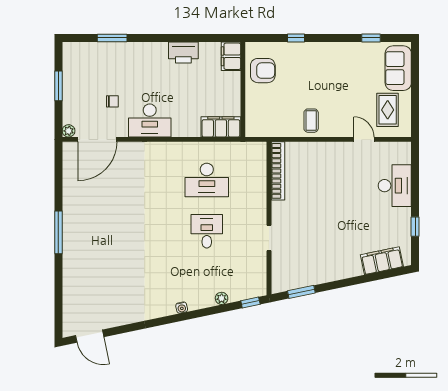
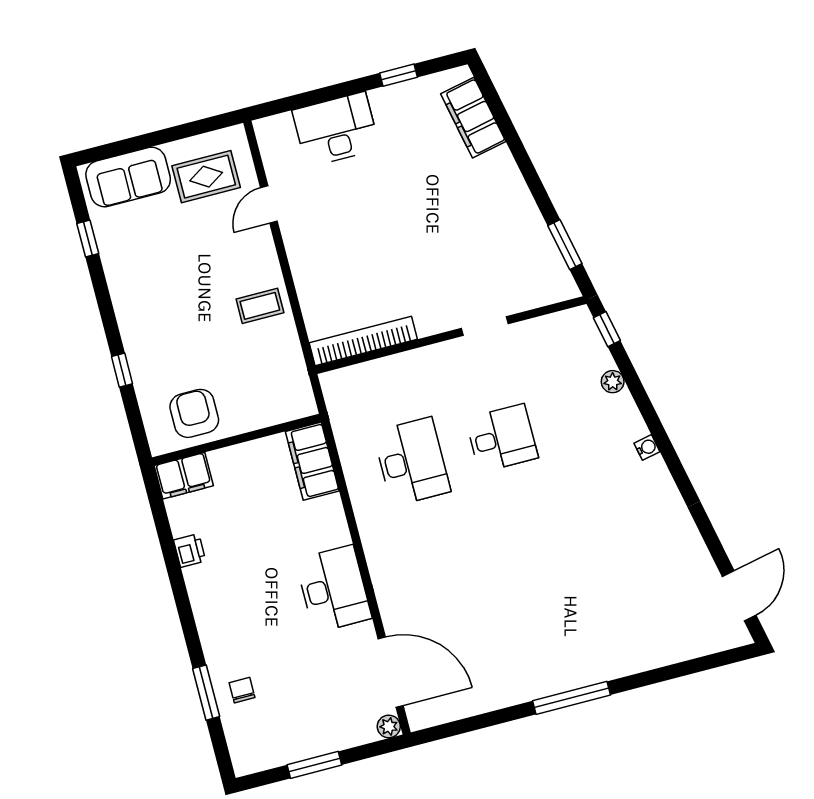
printer: (183, 52) -> (190, 550), width x0.53, depth x0.68
chair: (112, 101) -> (242, 690), moved
desk: (207, 231) -> (502, 438), turned 180

